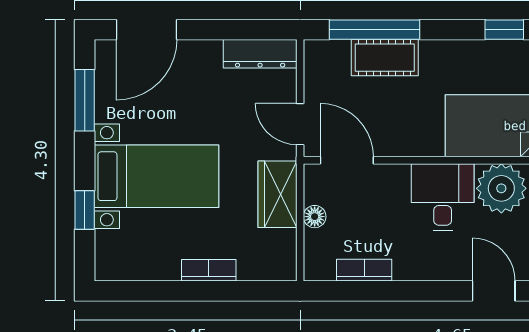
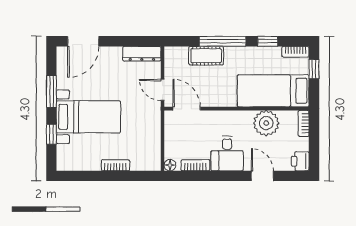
window: (374, 30) -> (223, 41), moved
window: (85, 100) -> (51, 91), moved
wardrobe: (278, 194) -> (151, 126), removed
desk: (443, 197) -> (227, 154), moved, turned 180
floor lamp: (315, 217) -> (170, 165), moved

